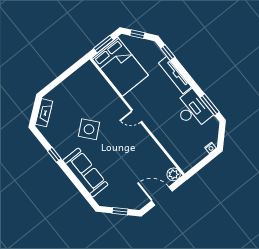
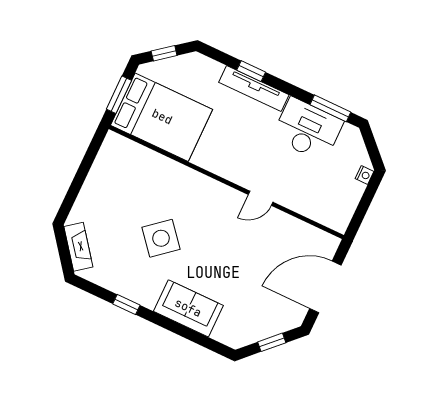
window: (168, 53) -> (251, 71), moved
door: (137, 116) -> (261, 198), moved
sofa: (85, 173) -> (188, 308), width x0.73
plant: (174, 174) -> (327, 244), removed
door: (162, 196) -> (325, 287), width x1.36

